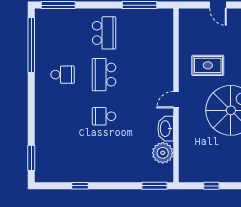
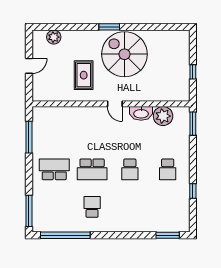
school desk: (104, 158) -> (168, 169), added

